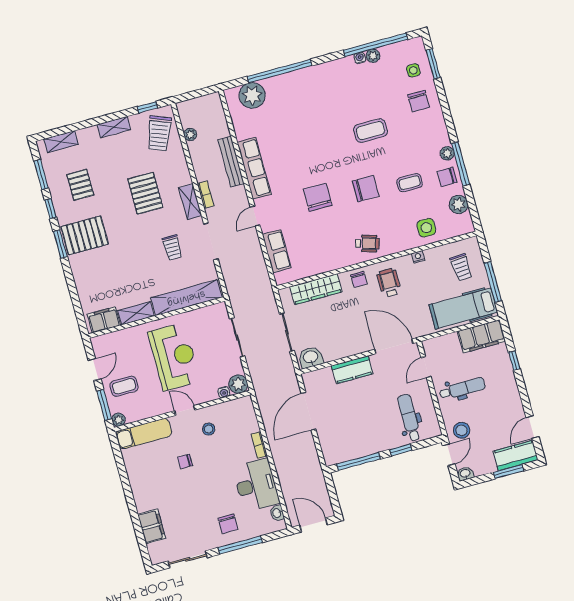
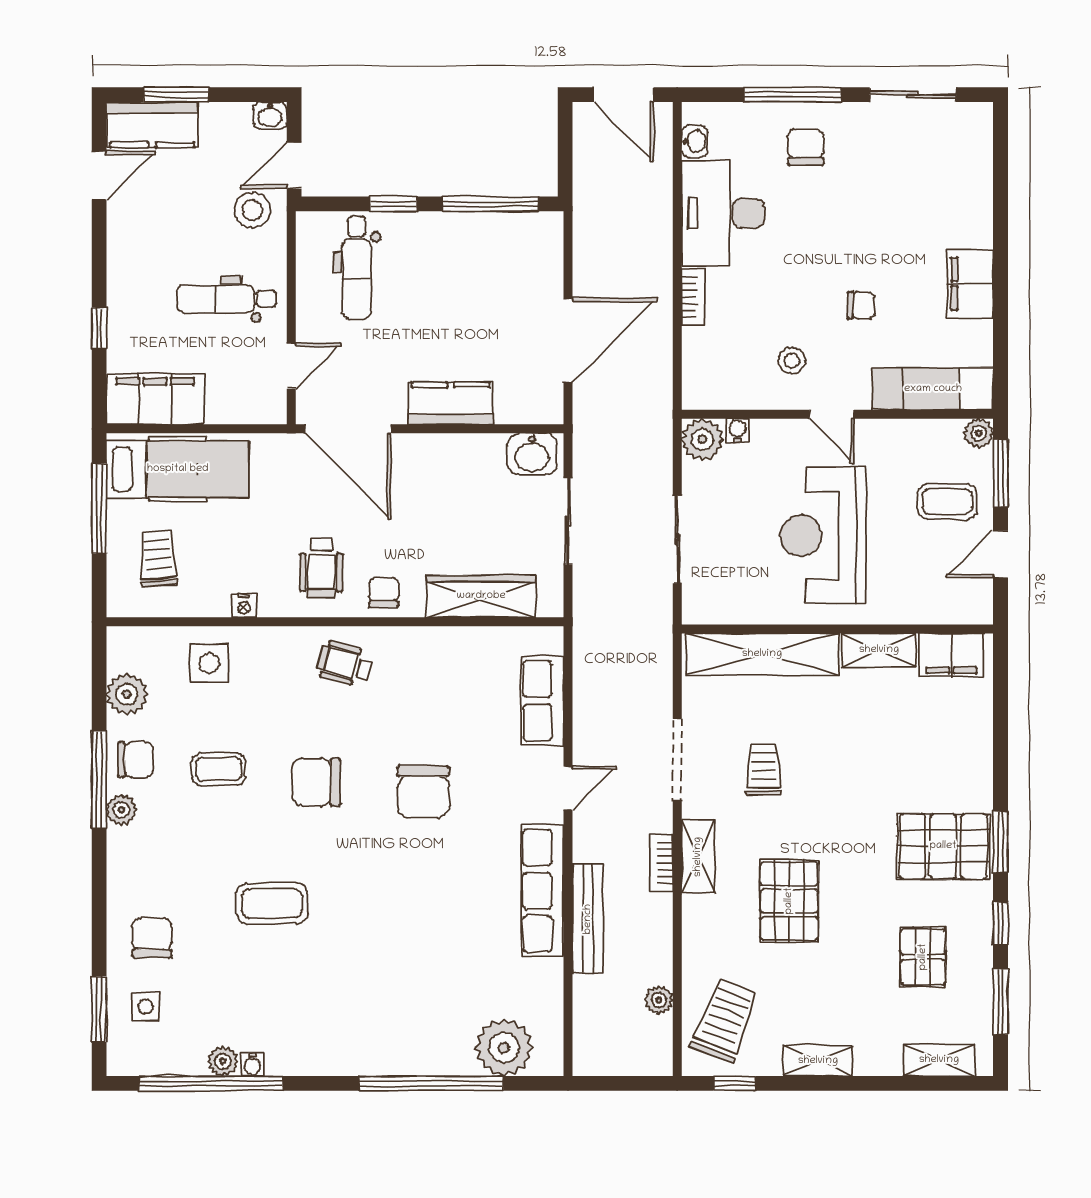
filing cabinet: (152, 526) -> (970, 284), moved

